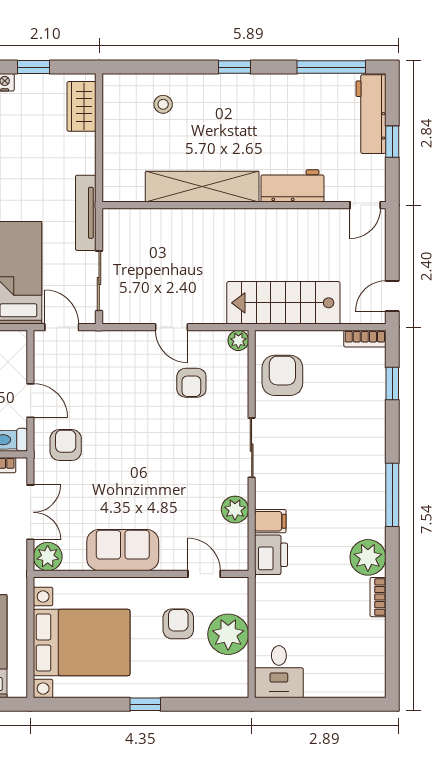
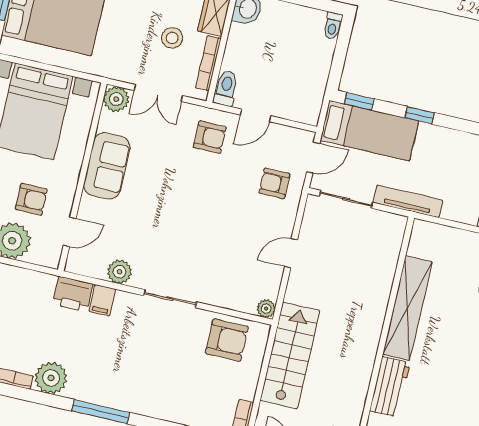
armchair: (191, 383) -> (274, 183), moved

